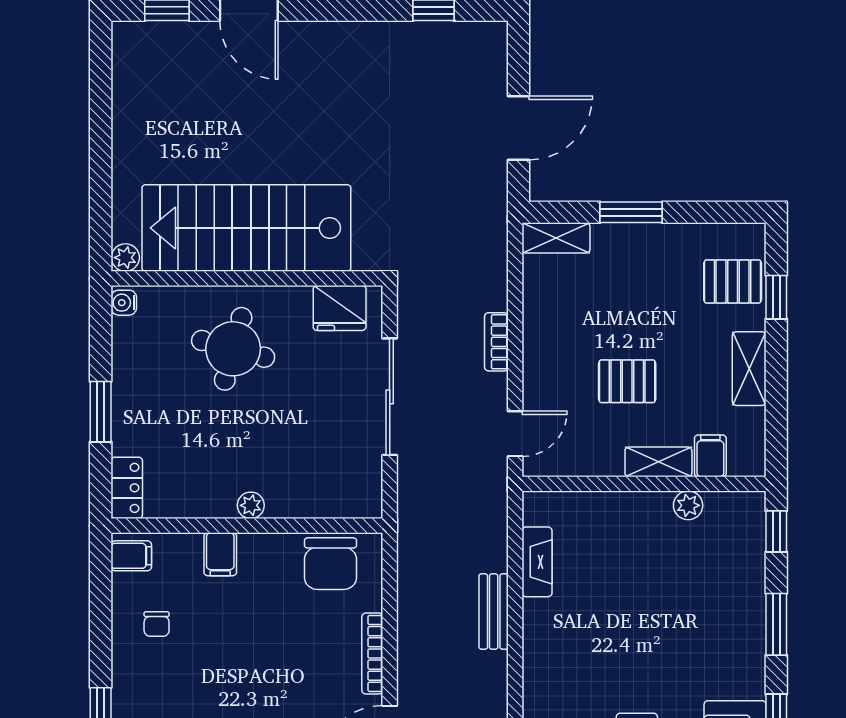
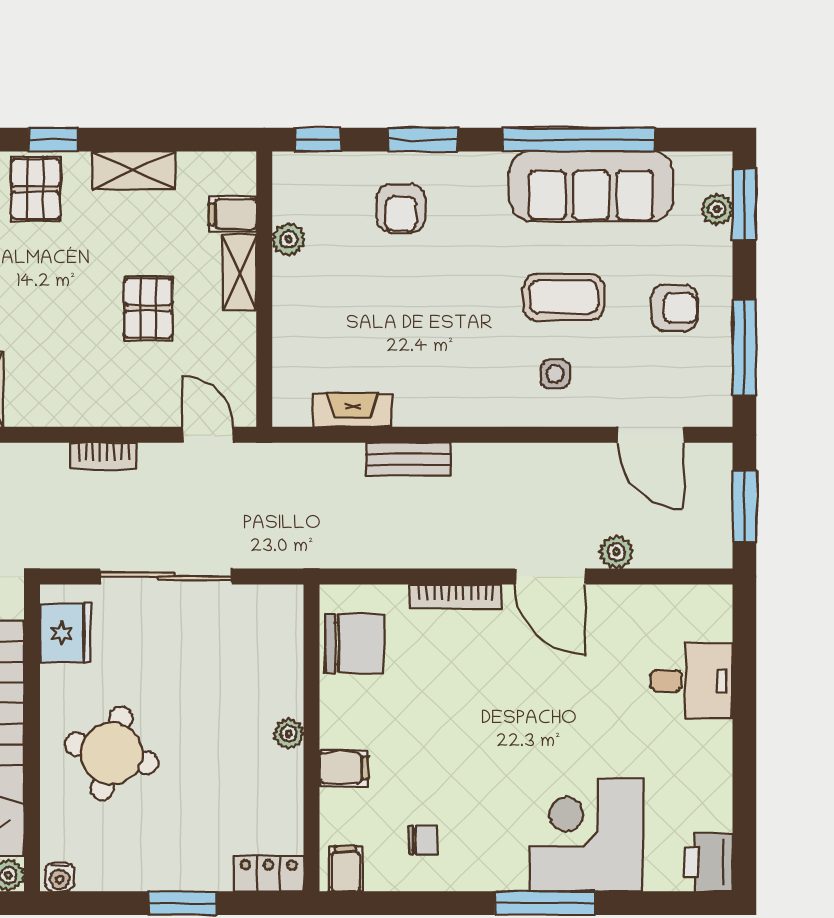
armchair: (716, 605) -> (401, 208), added

